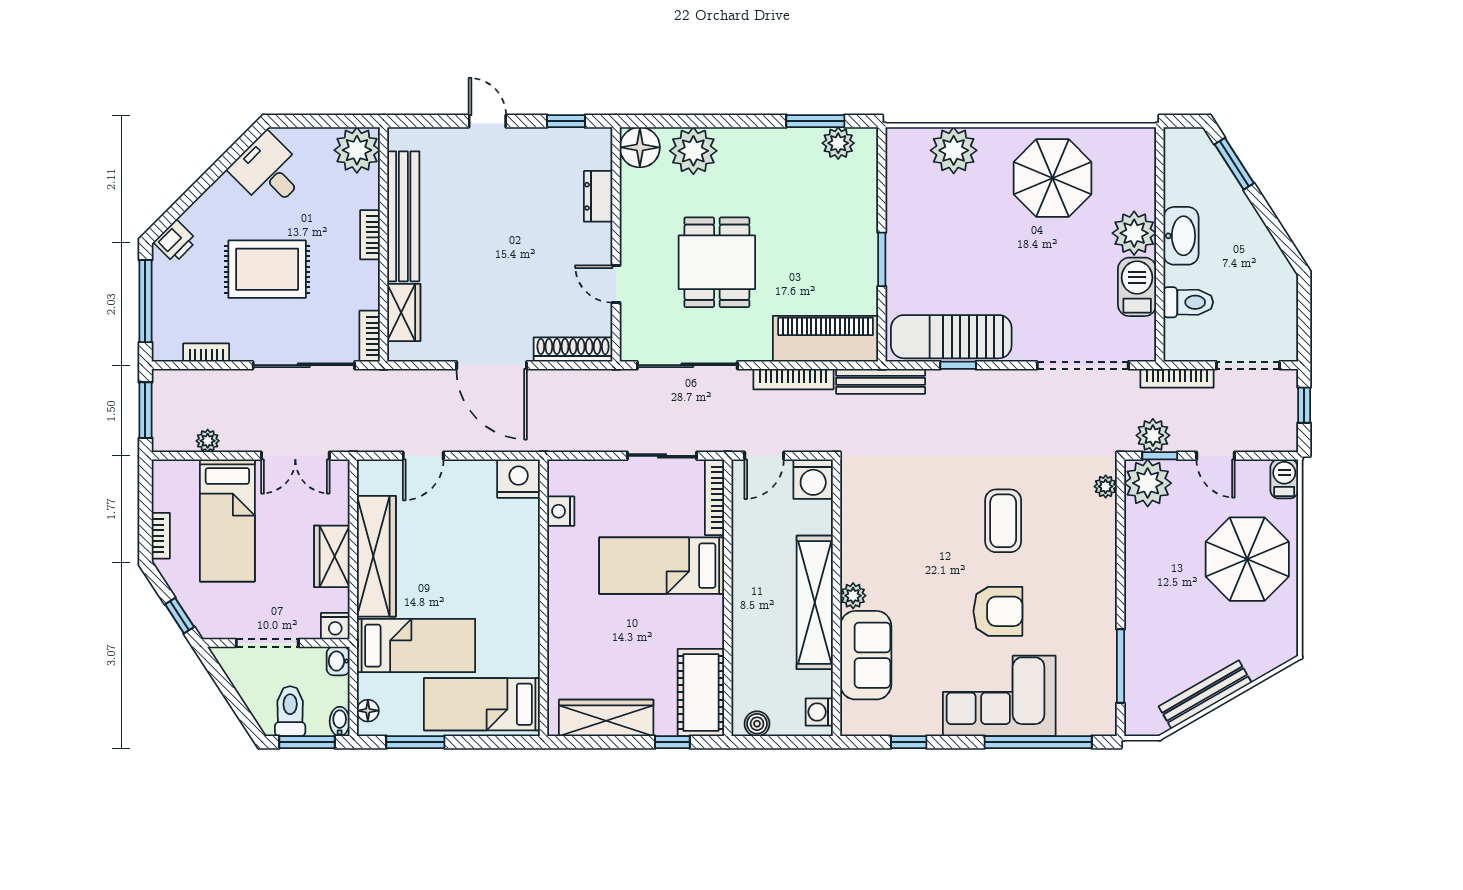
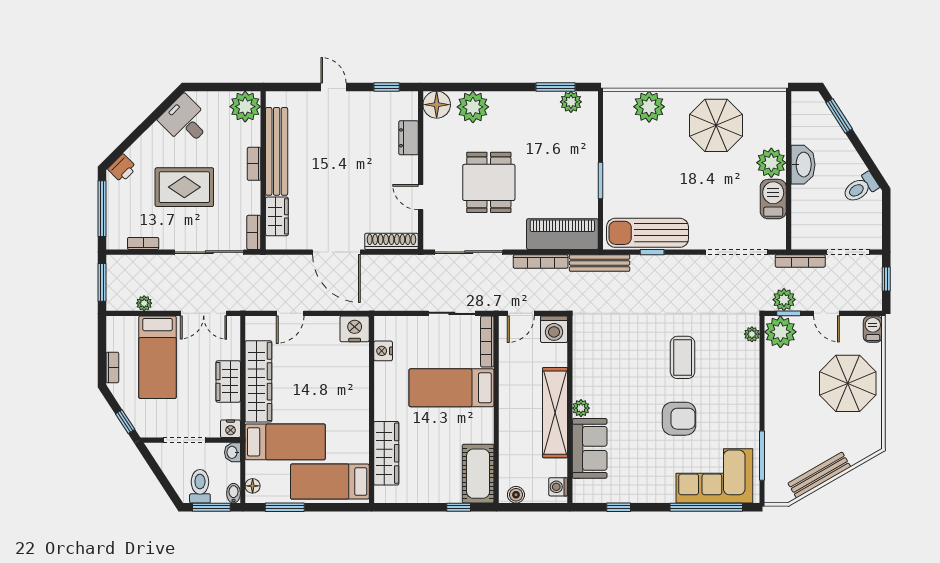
toilet: (1188, 302) -> (860, 188), moved, turned 147
corner sofa: (999, 696) -> (714, 476), moved
wardrobe: (606, 718) -> (386, 453), moved, turned 90

